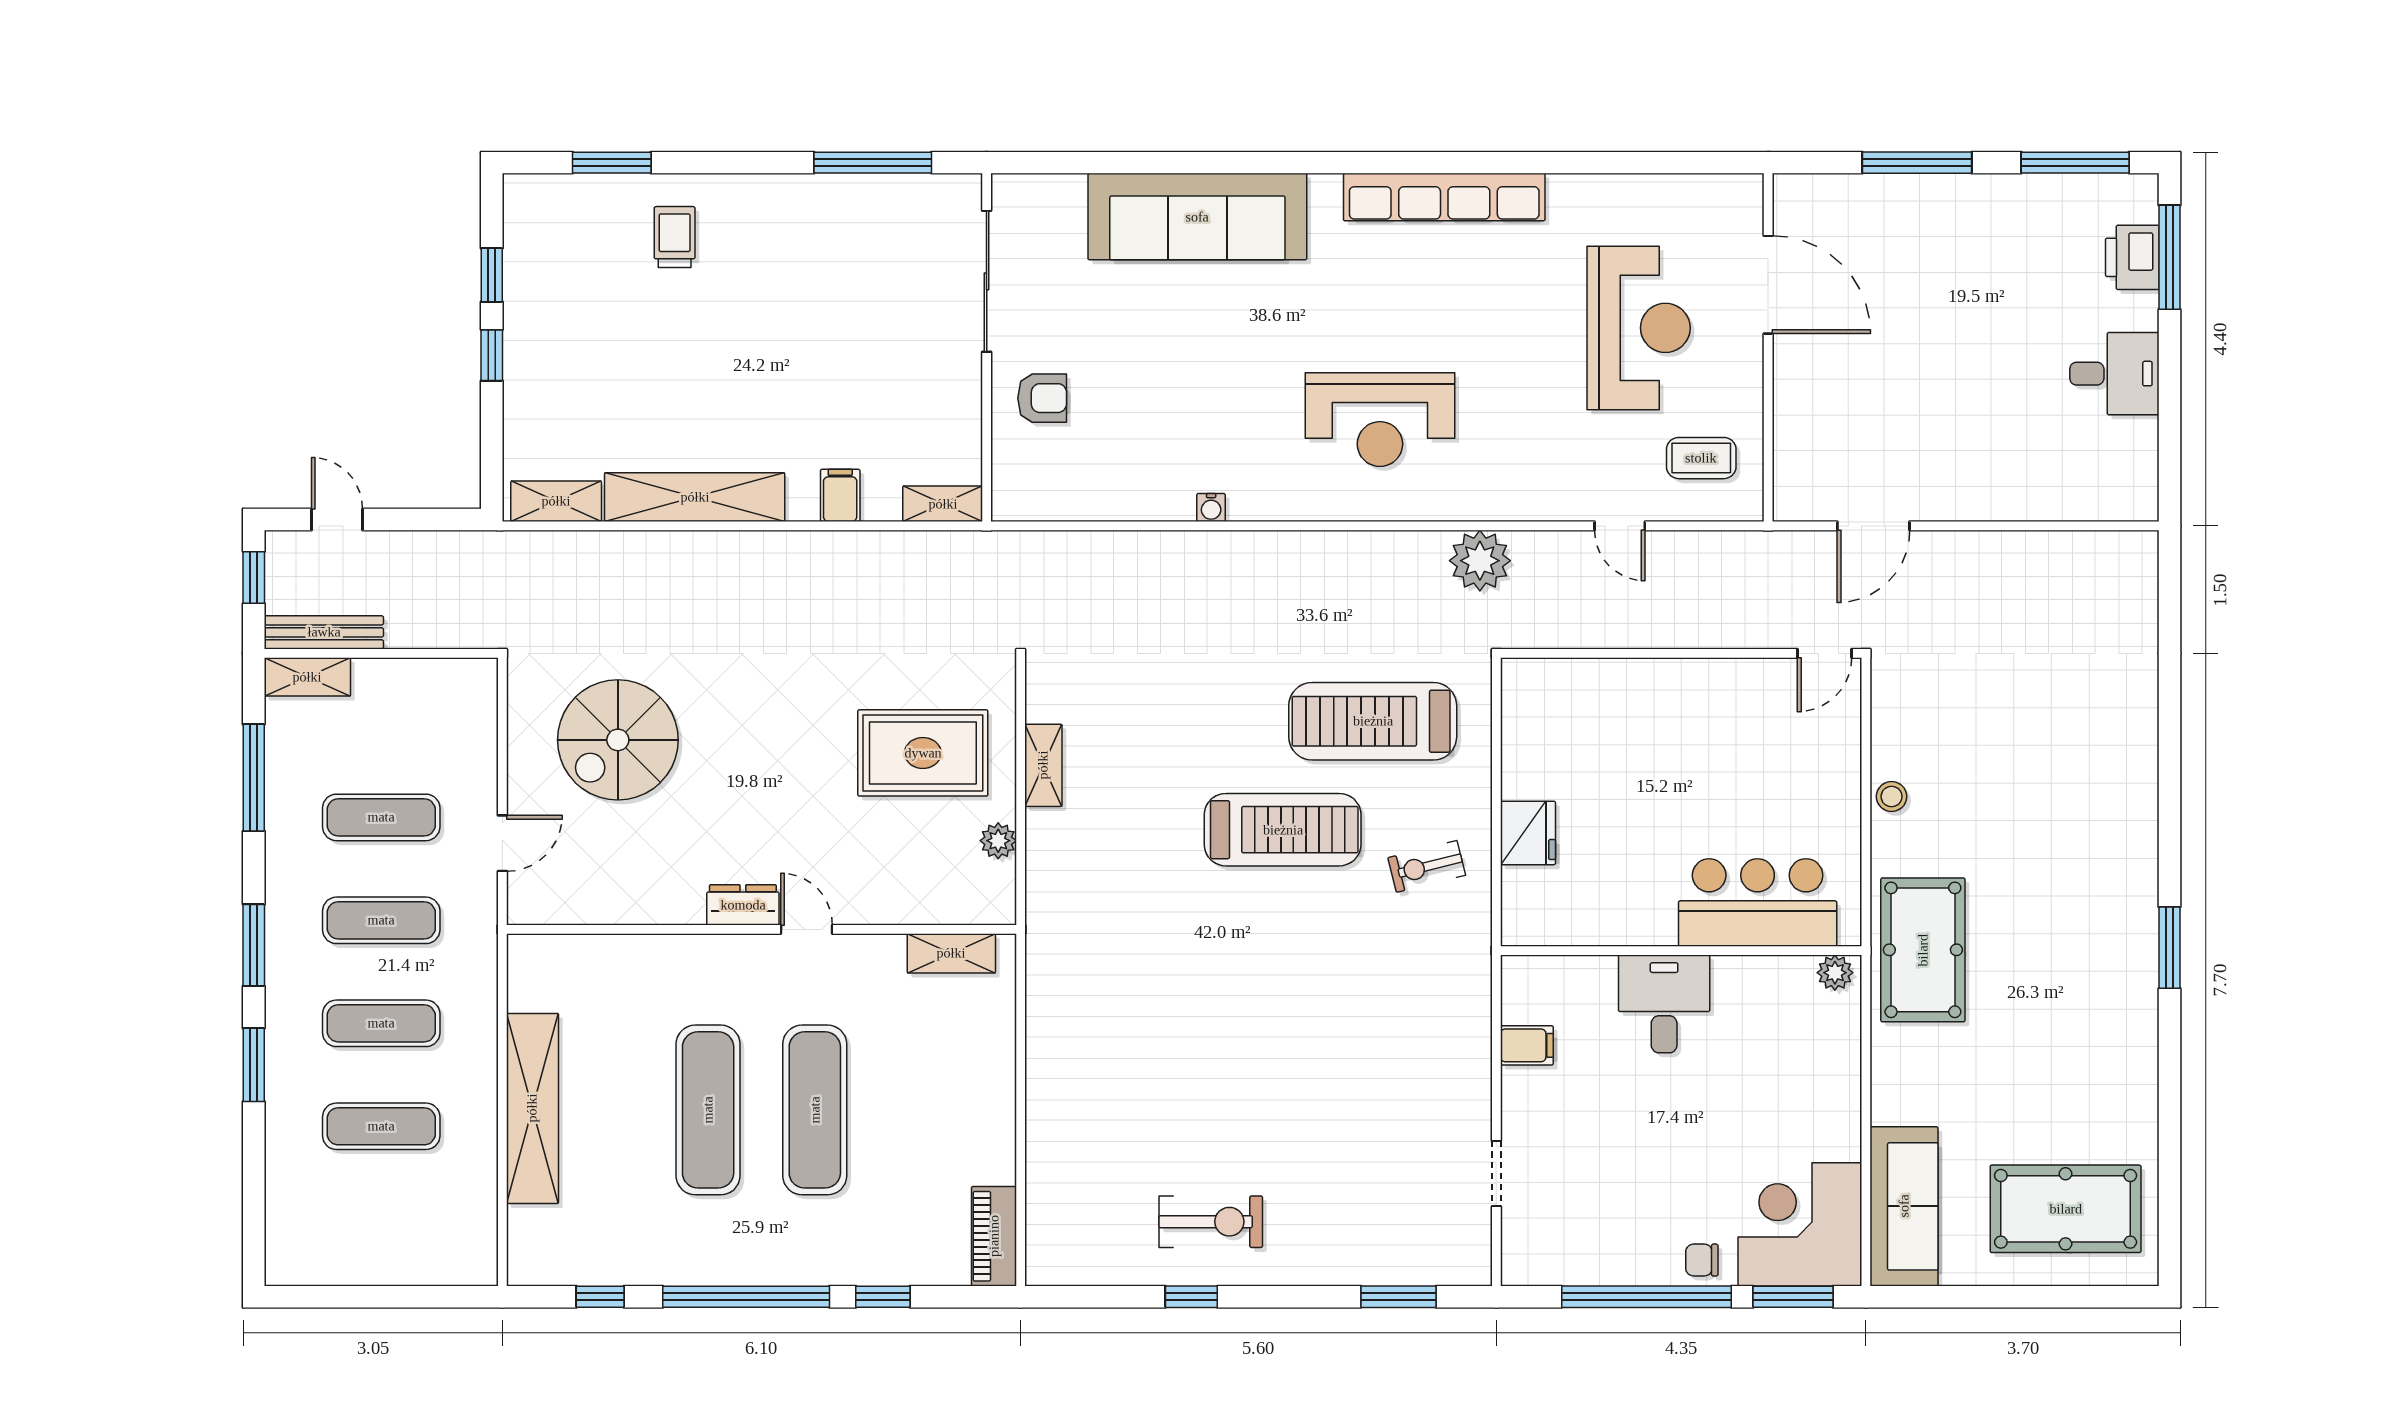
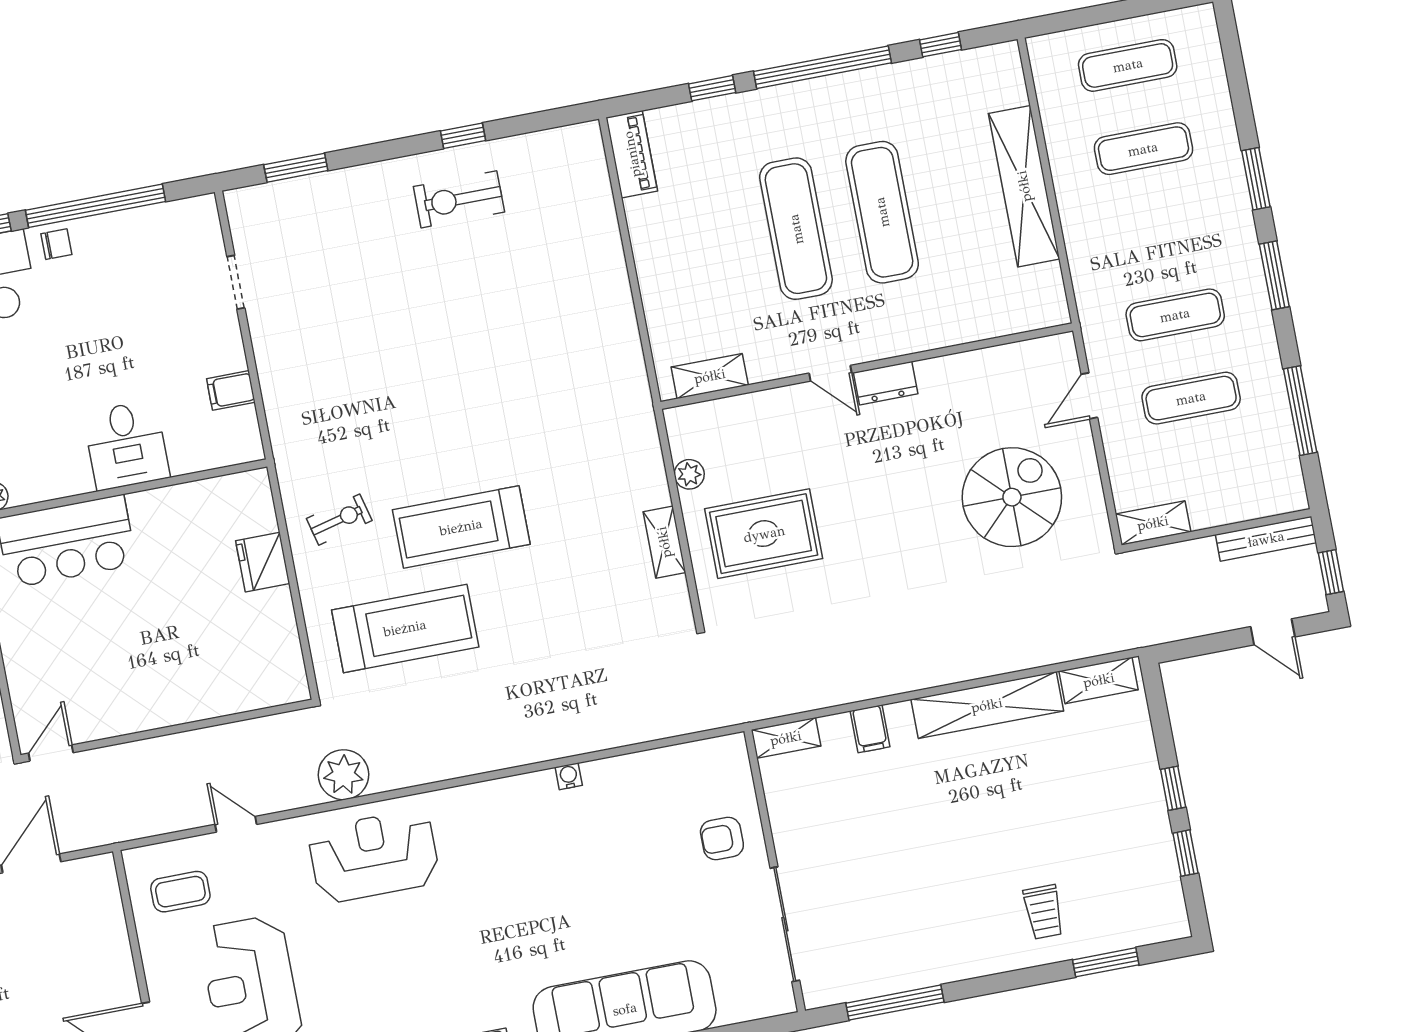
reception desk: (1380, 420) -> (374, 856), moved
shelving: (307, 677) -> (1153, 523), moved
exercise mat: (381, 1023) -> (1128, 65), moved

